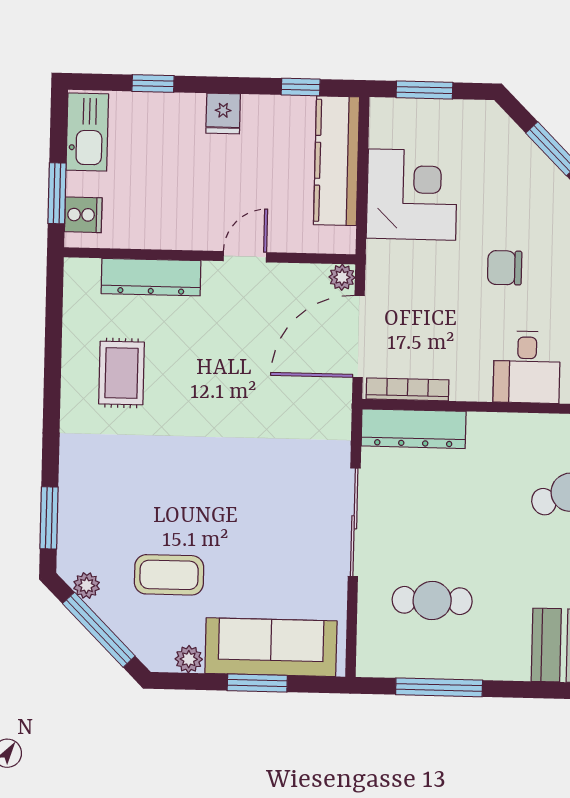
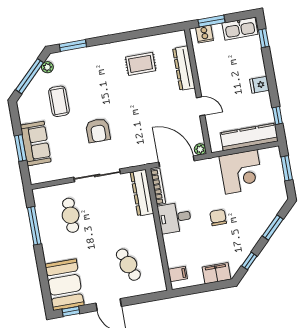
window: (153, 83) -> (264, 38), moved
desk: (527, 367) -> (175, 218), moved
armchair: (253, 500) -> (98, 130), added
sofa: (271, 647) -> (36, 143), width x0.73
plant: (189, 659) -> (25, 117), removed

